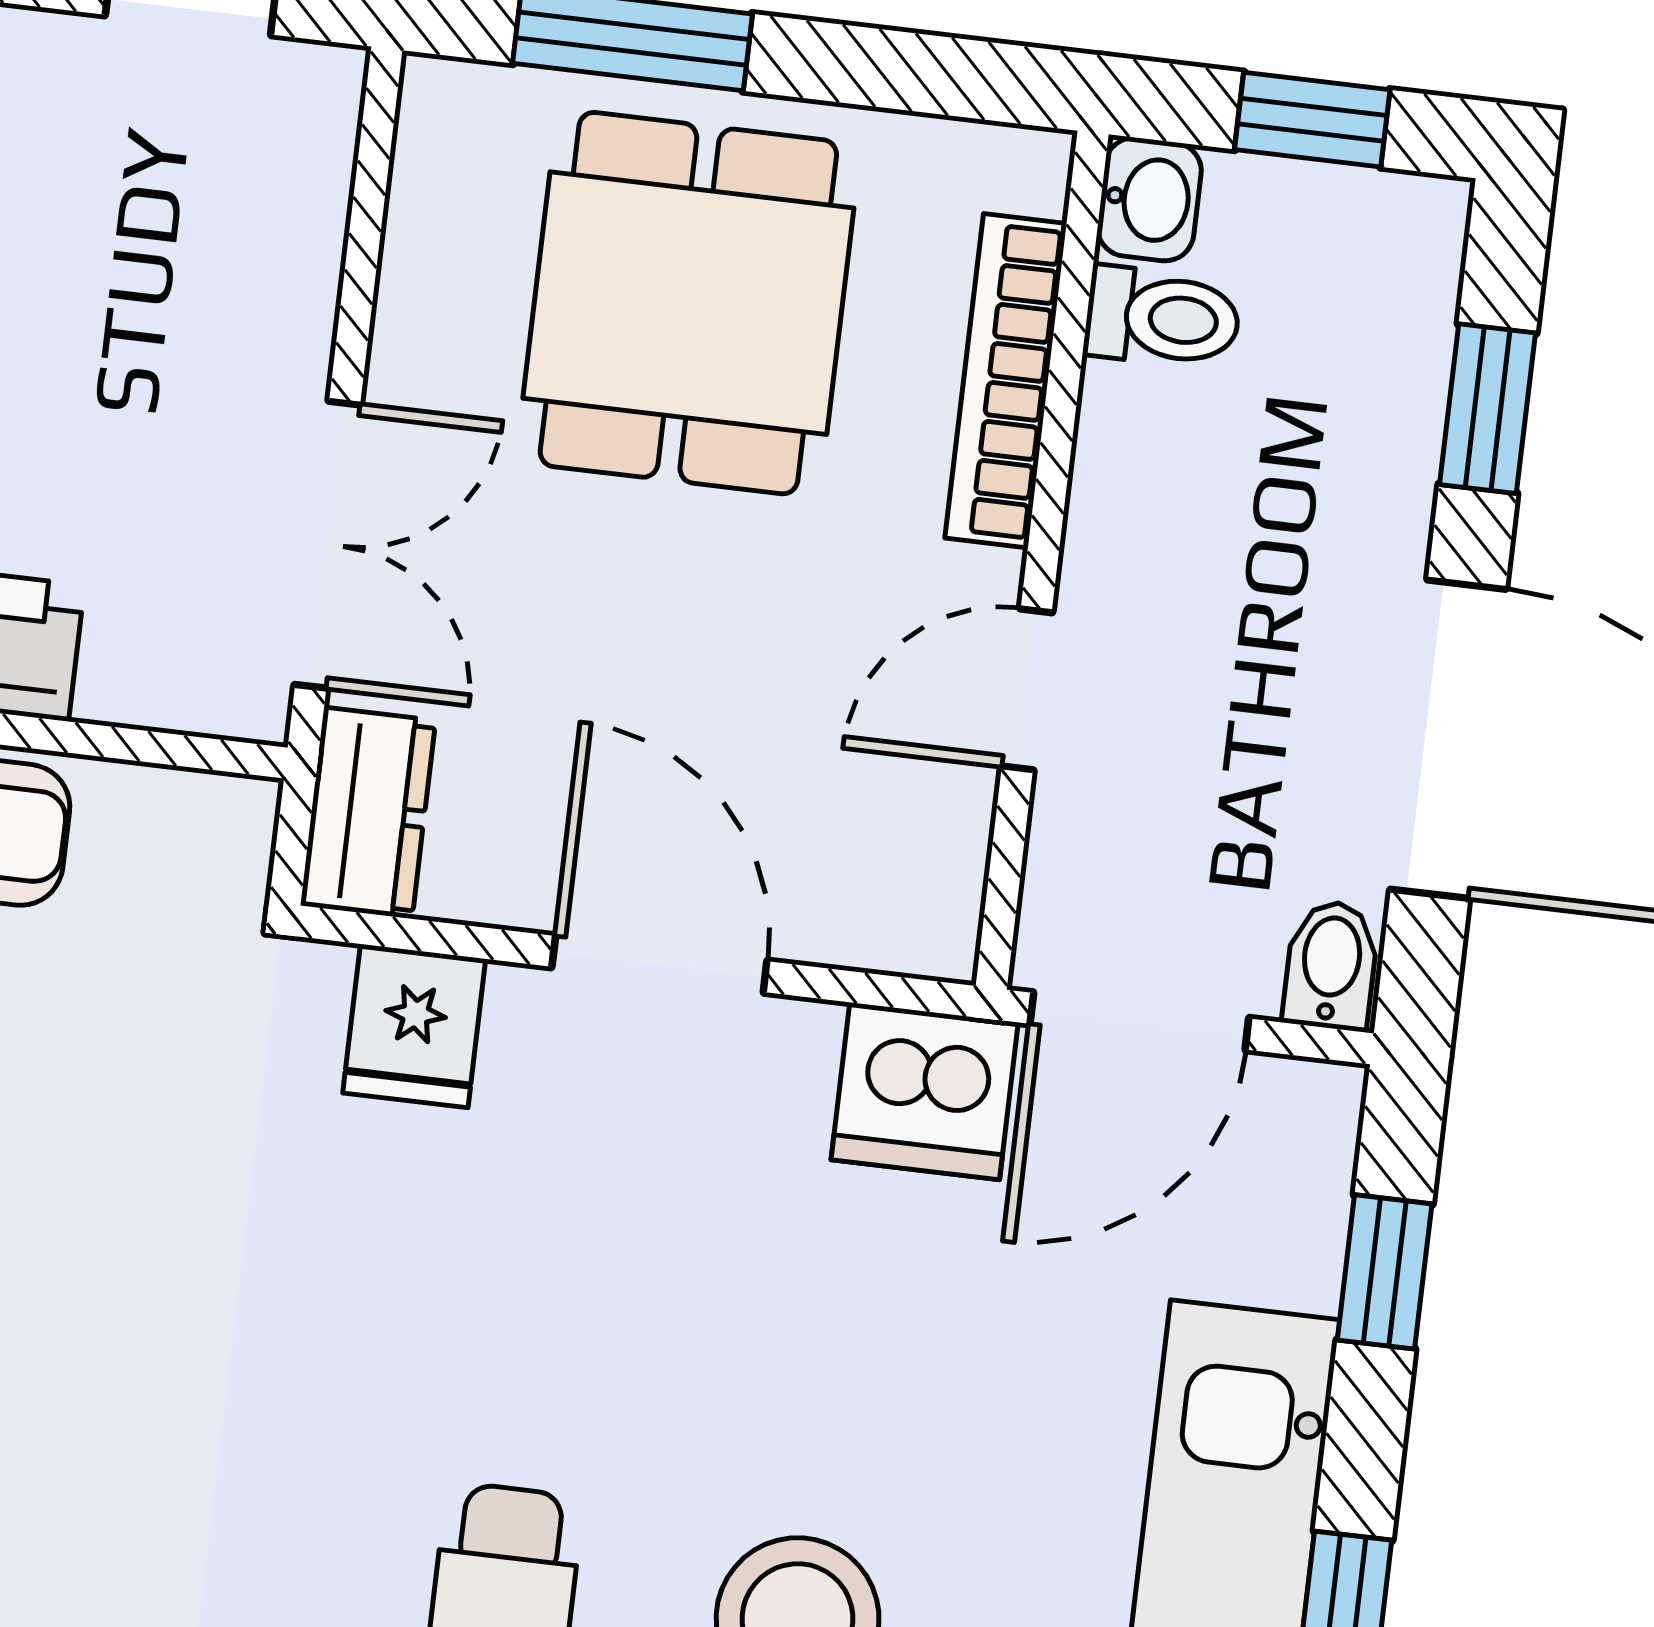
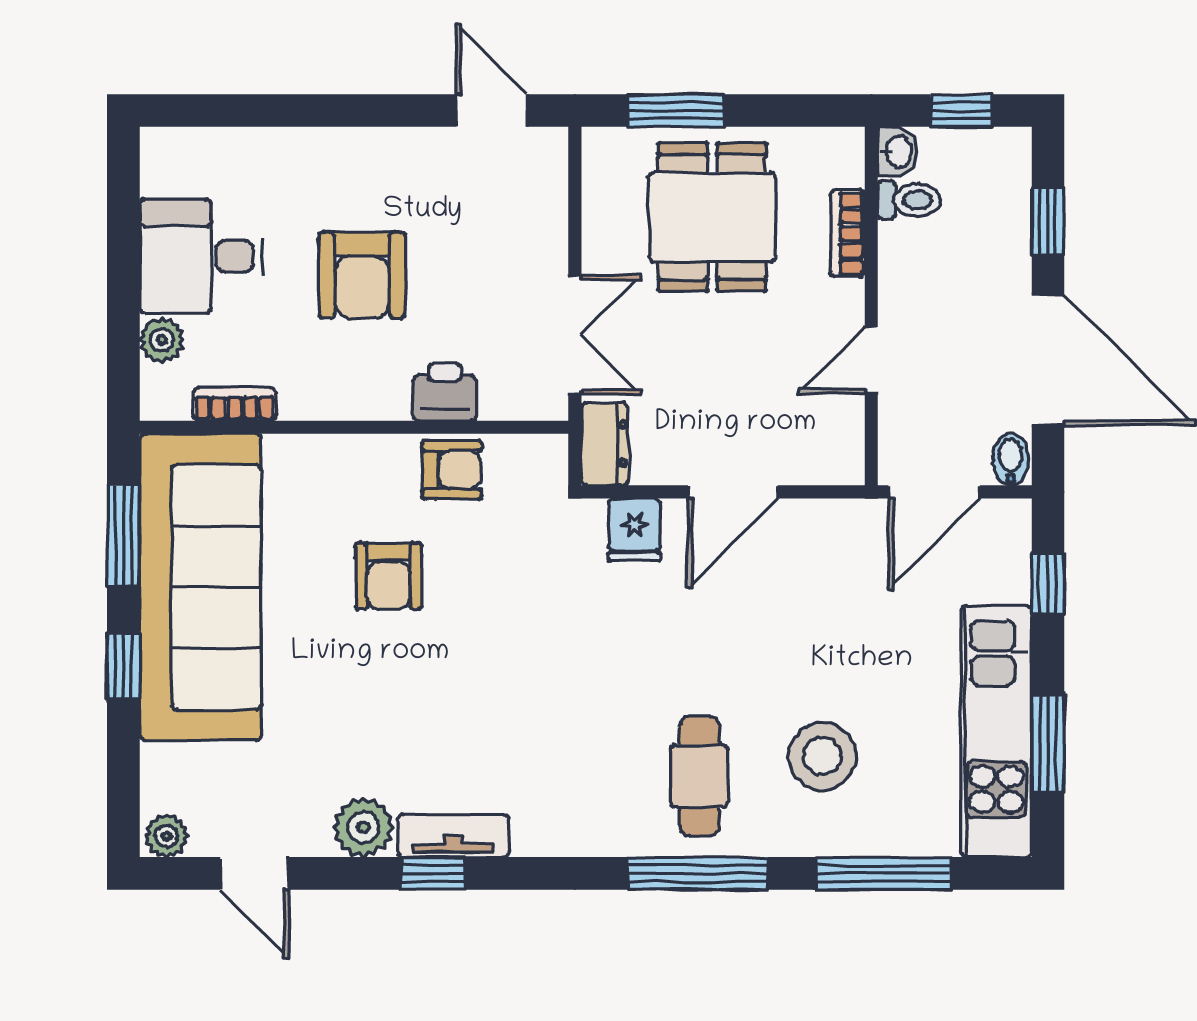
bookcase: (1006, 381) -> (847, 234), width x0.64
door: (659, 964) -> (733, 492), swing flipped
dishwasher: (925, 1091) -> (849, 531), removed

